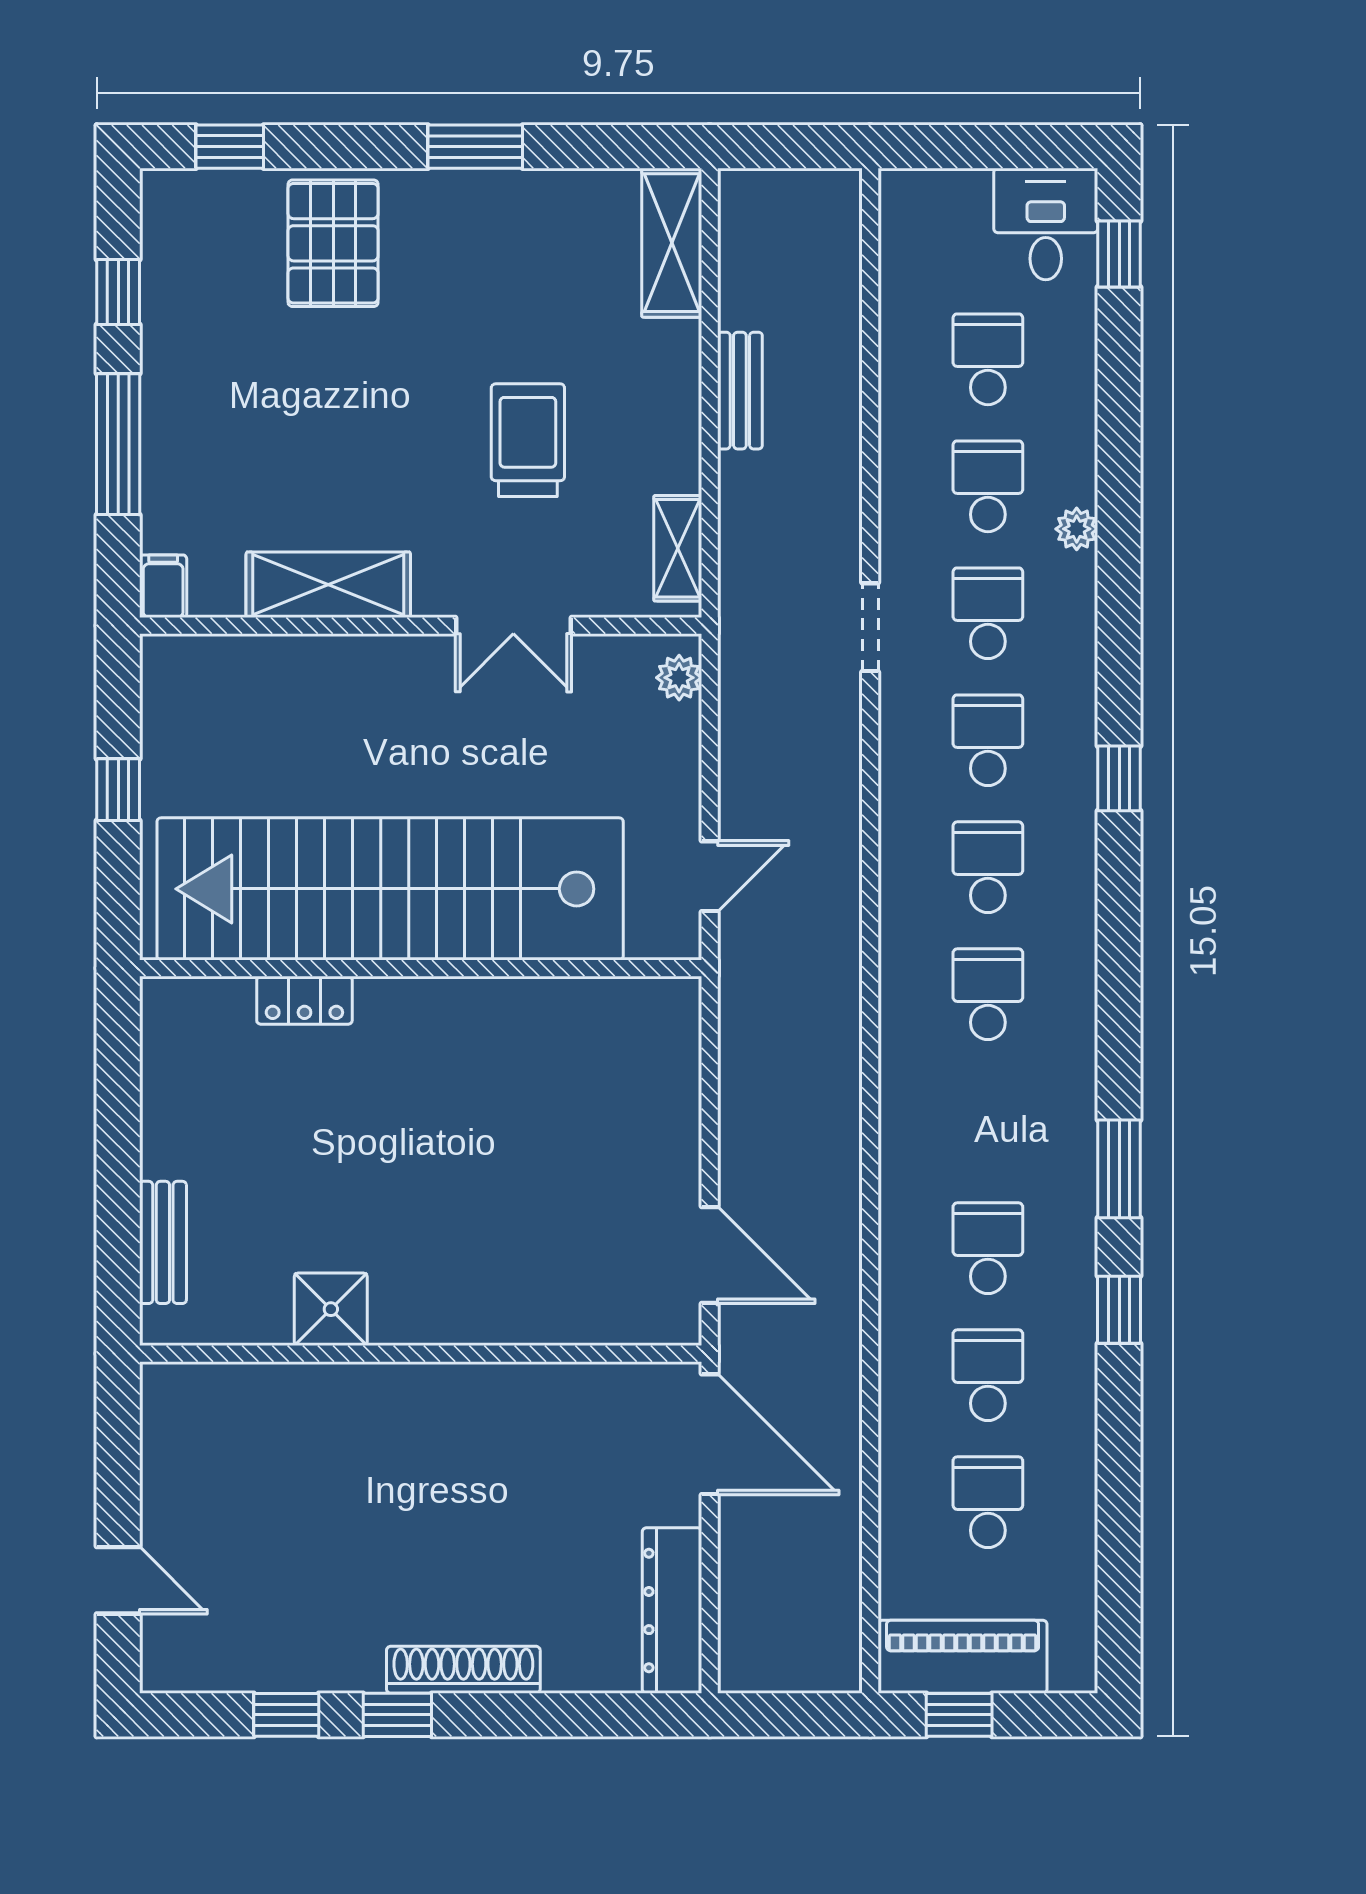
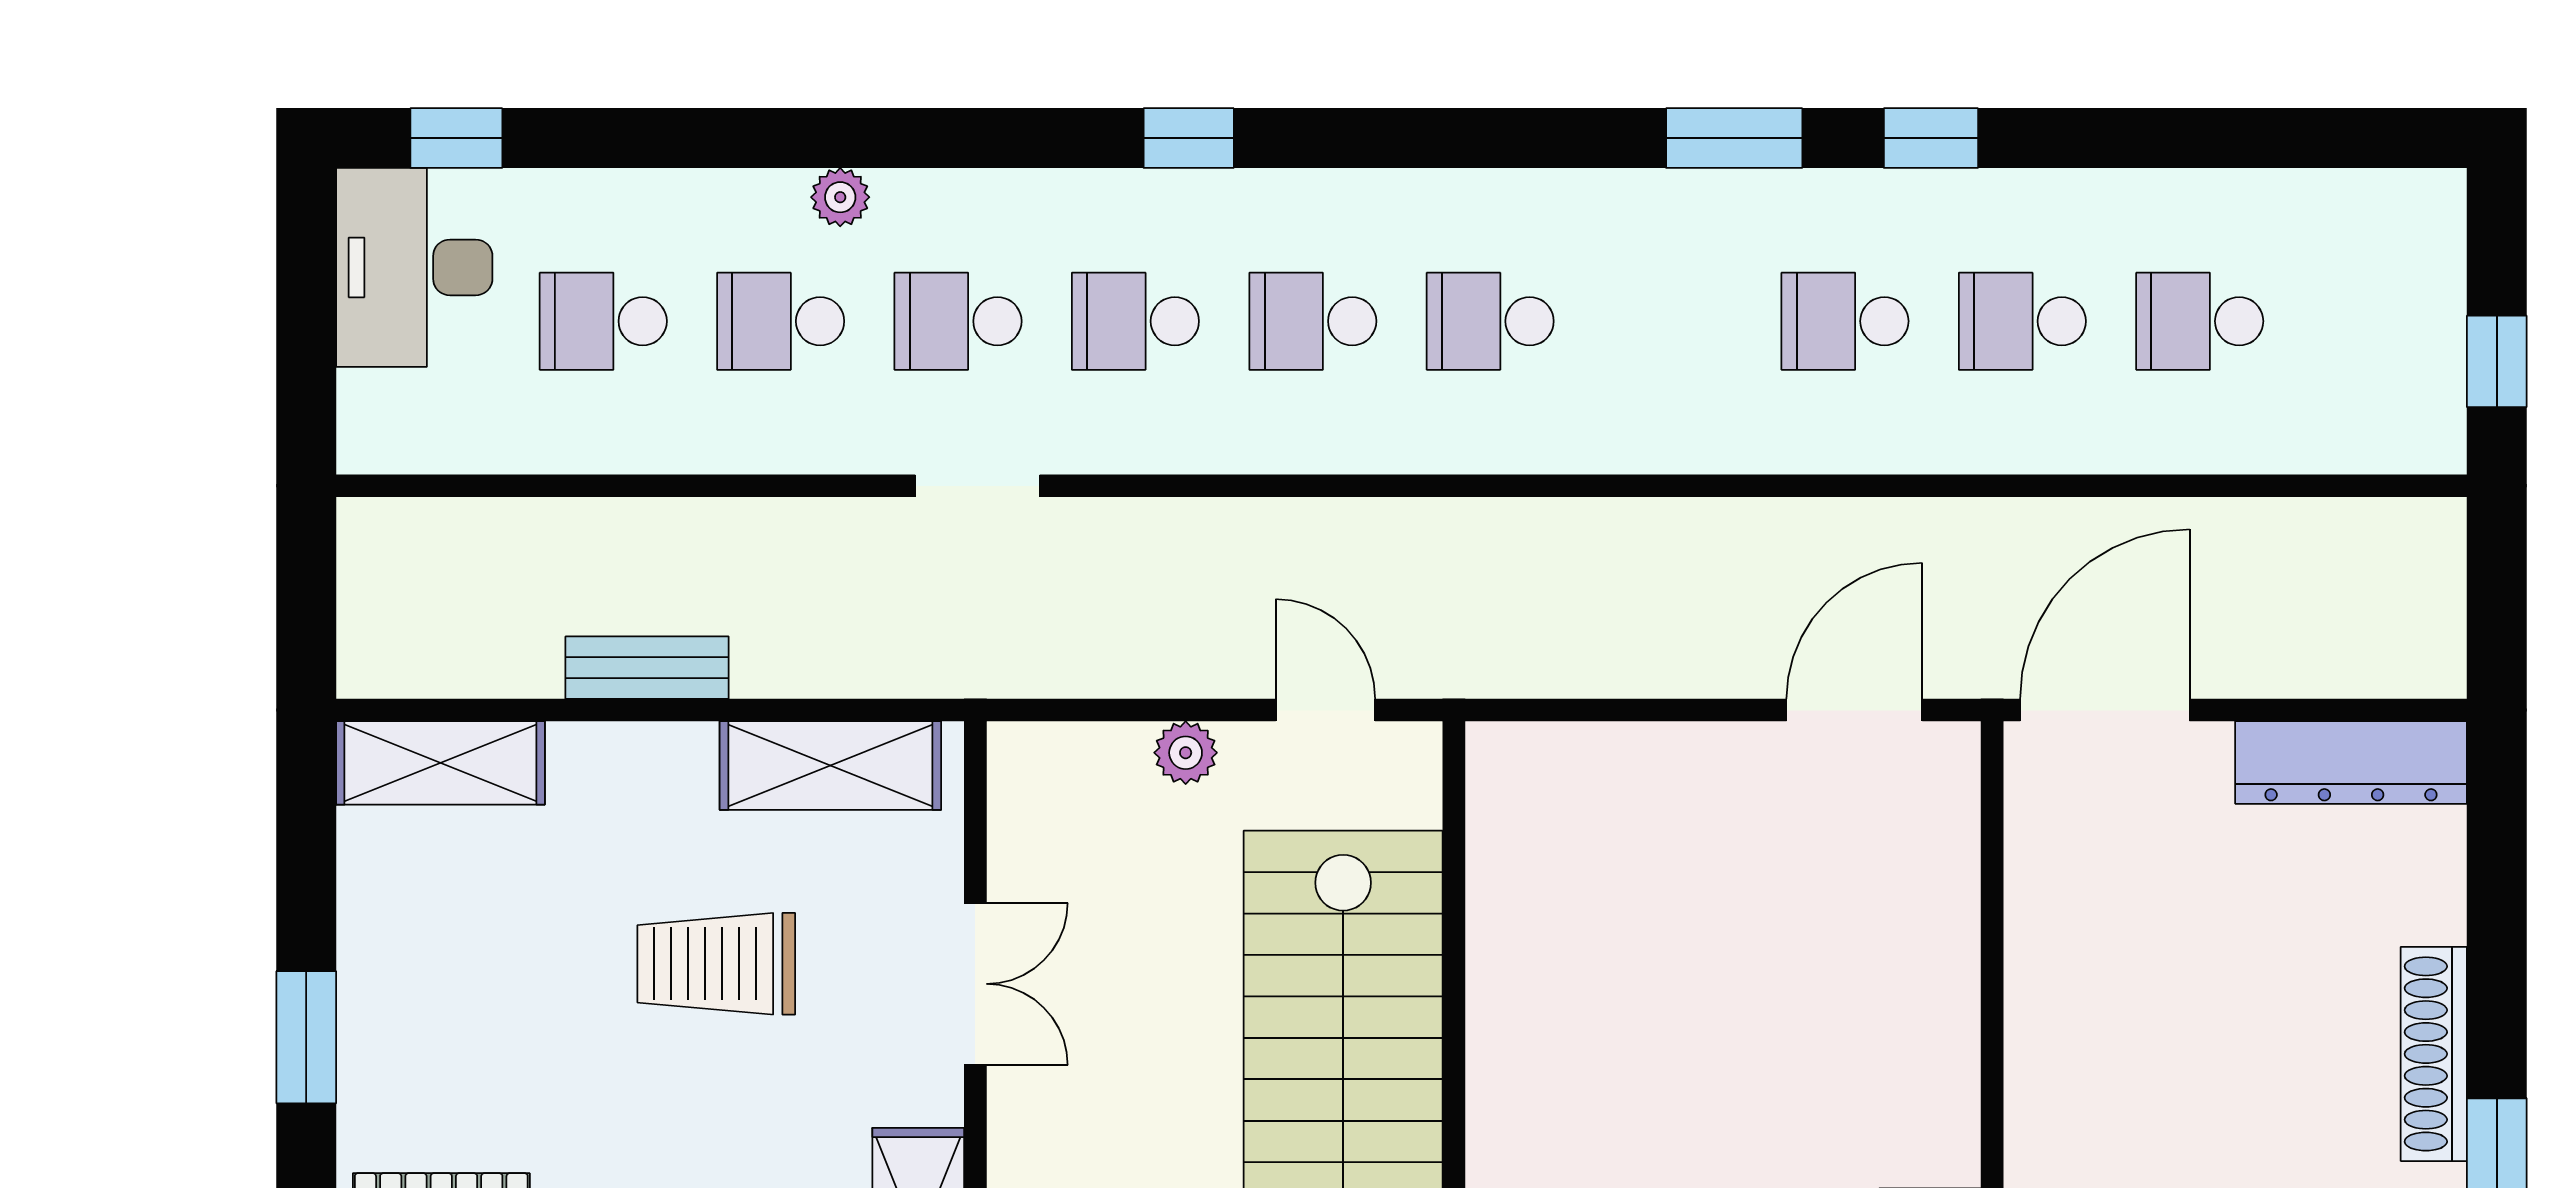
desk: (1046, 224) -> (414, 267), width x1.37
shelving: (678, 548) -> (830, 766), width x1.50, depth x1.33
plant: (679, 678) -> (1186, 753), moved
piano: (963, 1657) -> (2416, 357), removed

